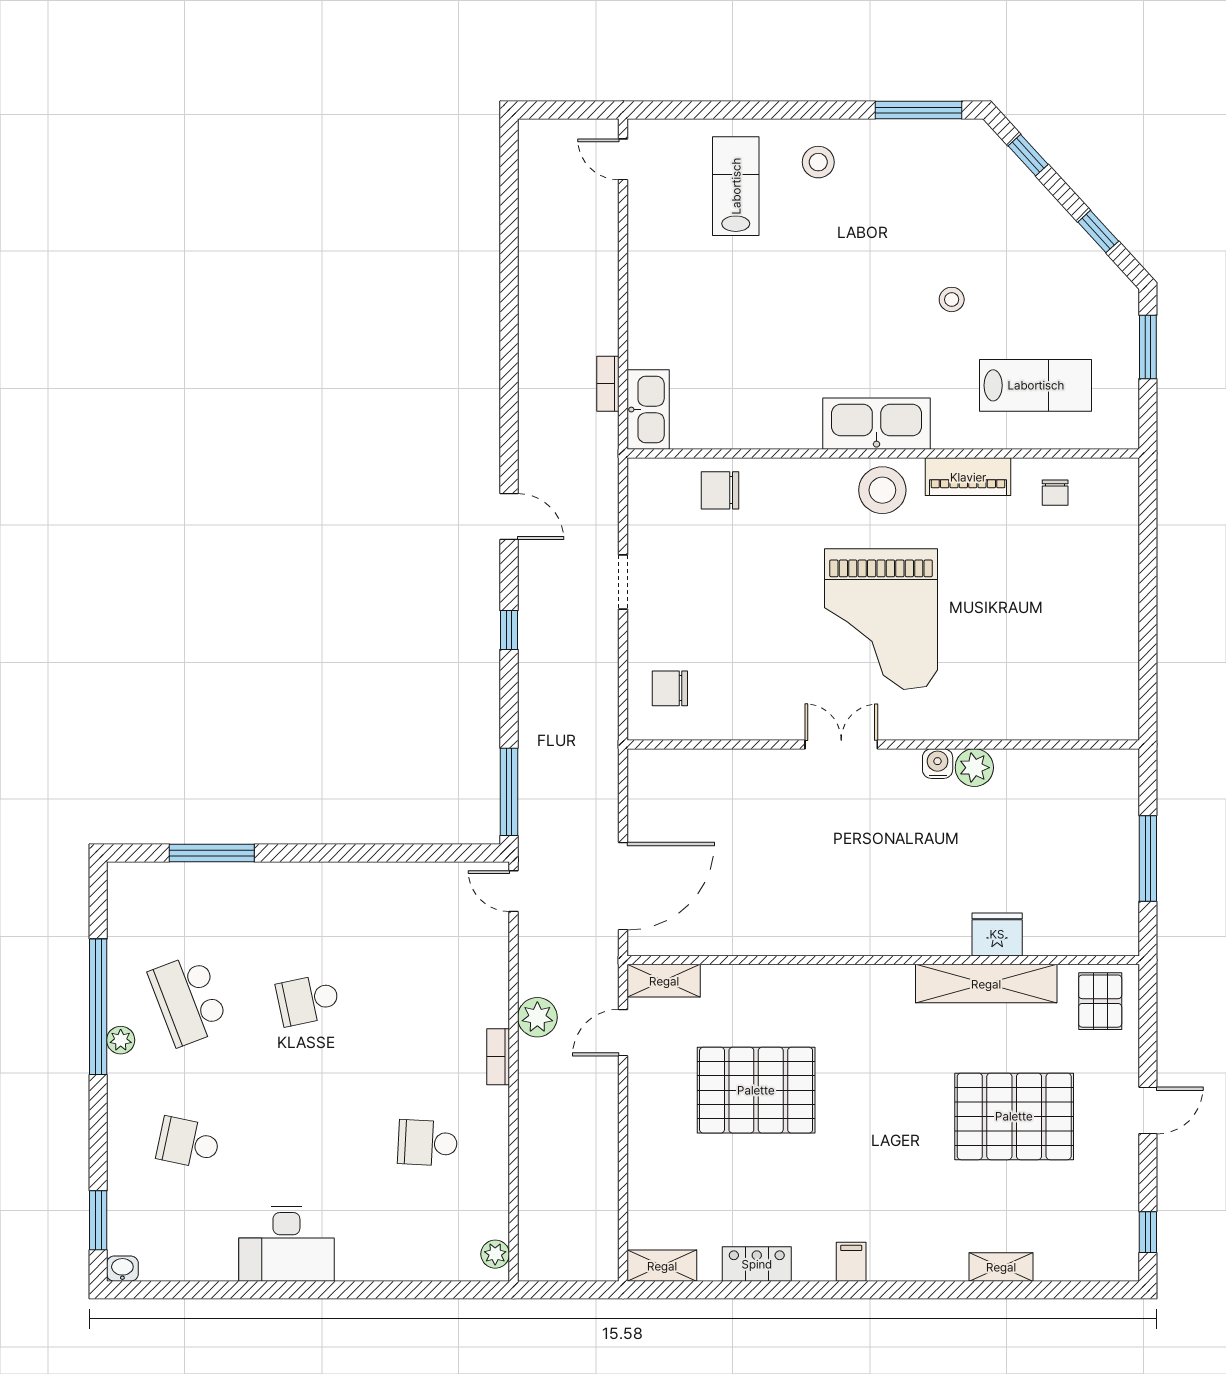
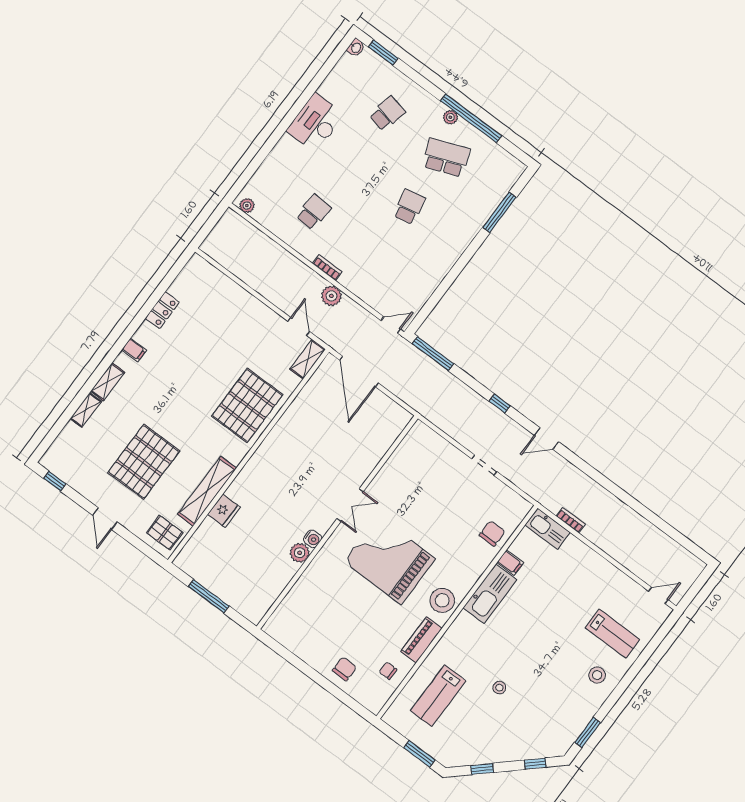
window: (919, 110) -> (588, 732), width x0.69
kitchen sink: (877, 424) -> (490, 594), moved
filing cabinet: (744, 428) -> (510, 563), added
chair: (670, 688) -> (344, 669), moved
pallet: (756, 1090) -> (247, 405), moved
shelving: (662, 1266) -> (108, 382), moved

